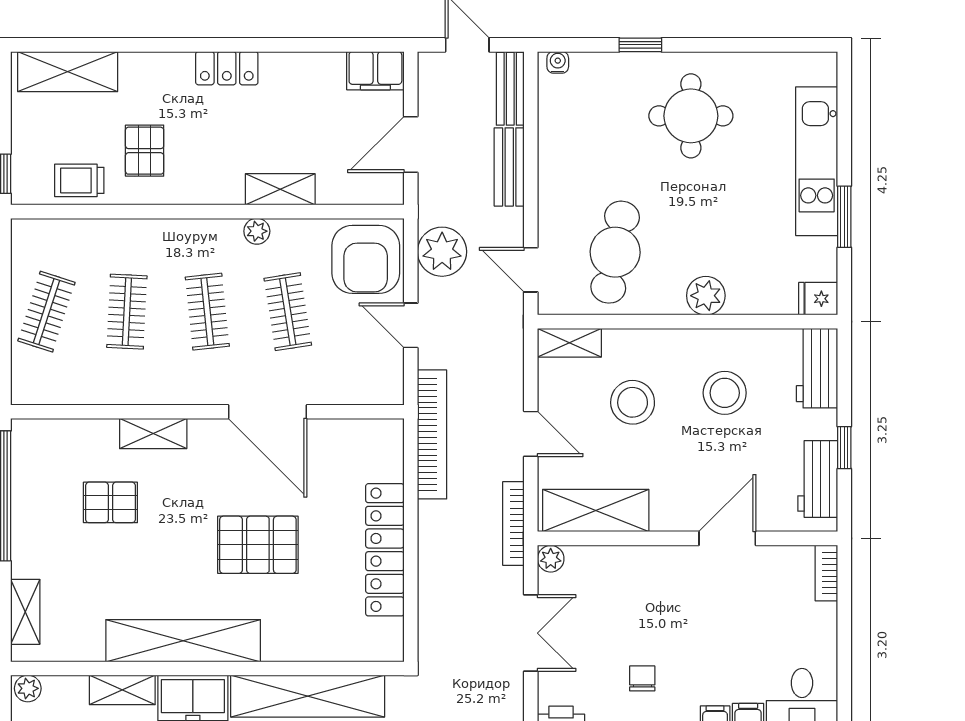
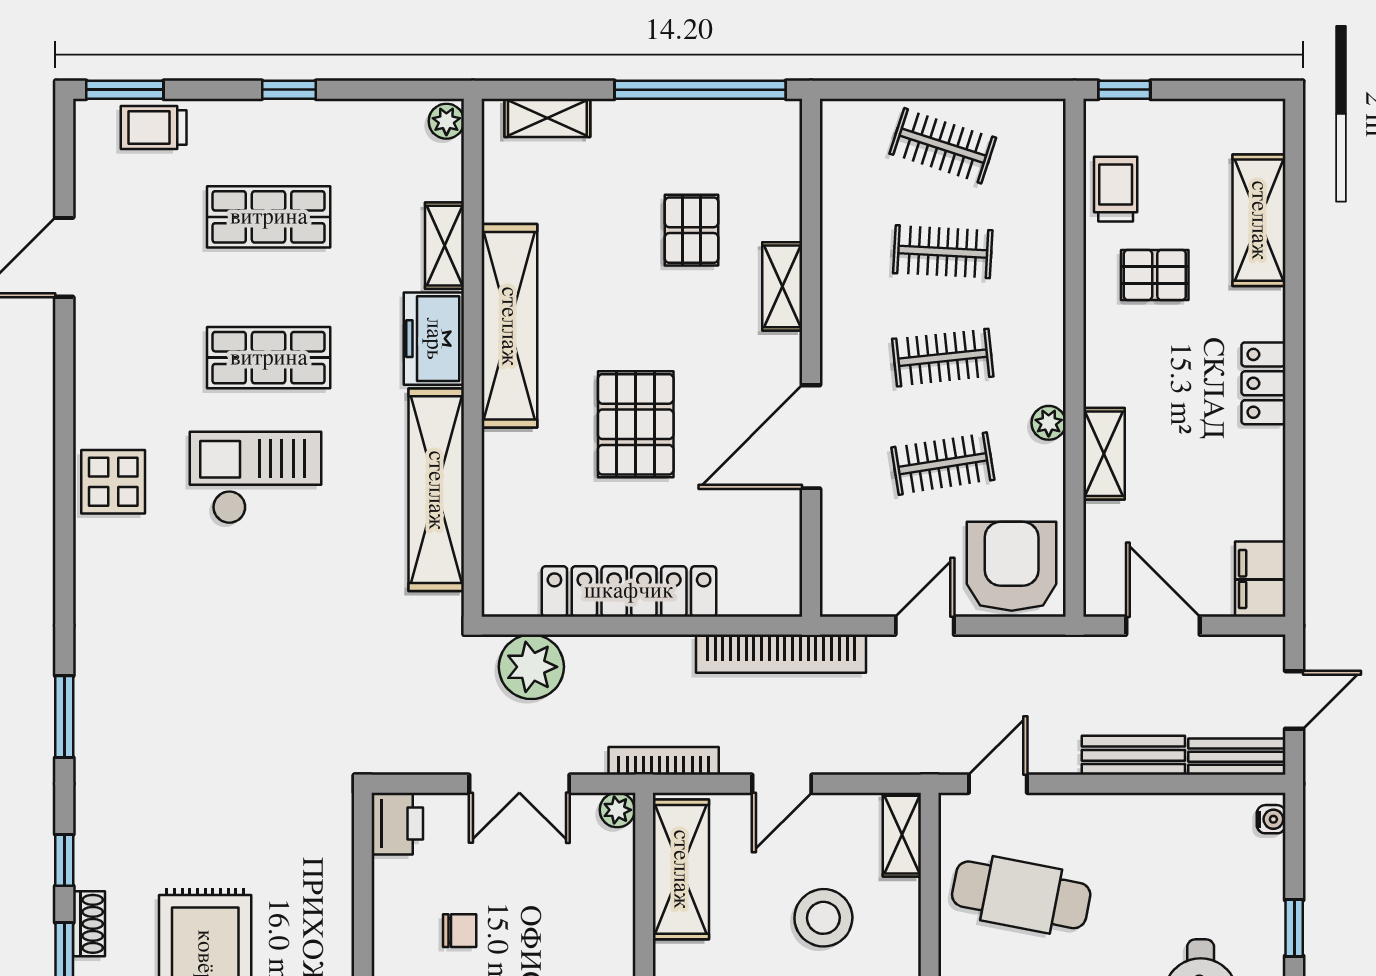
shelving: (68, 72) -> (1259, 220), moved
plant: (442, 252) -> (531, 667), moved
armchair: (366, 259) -> (1012, 566), turned 90

